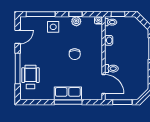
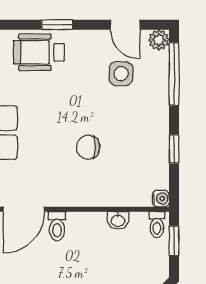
plant: (76, 21) -> (159, 40), moved
side table: (53, 27) -> (121, 74), moved
window: (18, 69) -> (57, 25), width x0.46
wheelchair: (31, 77) -> (39, 52), turned 180

